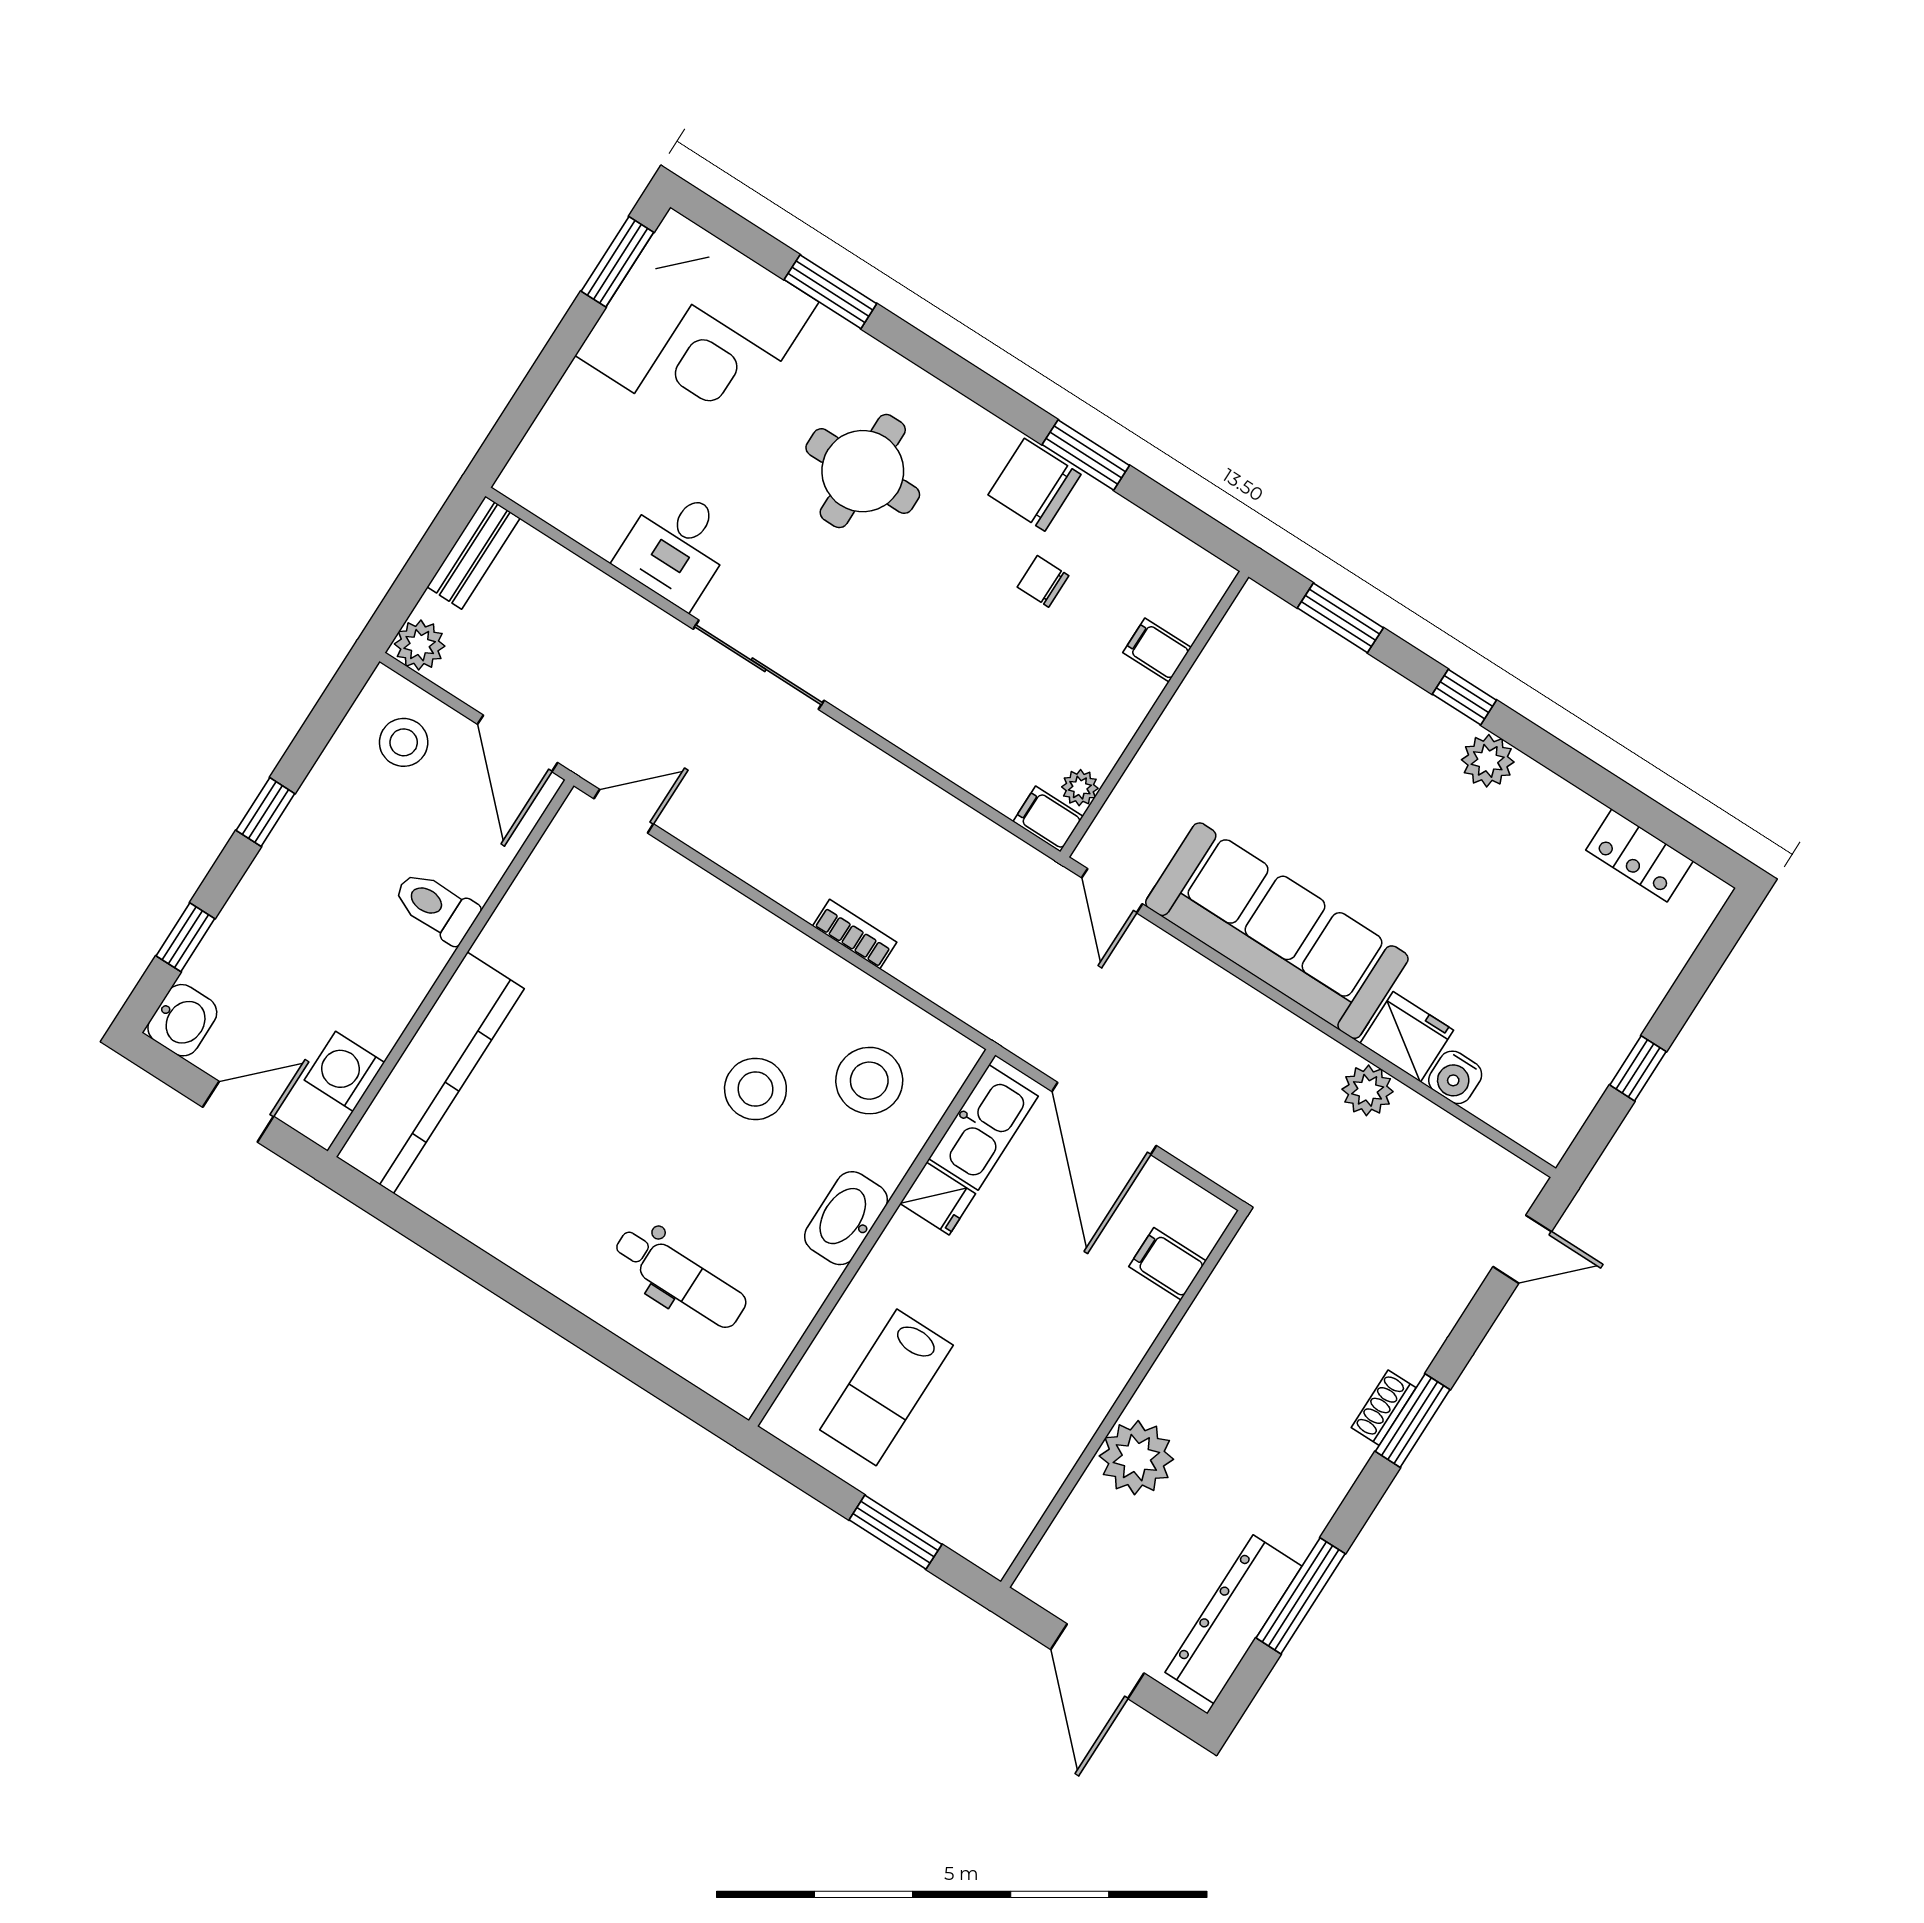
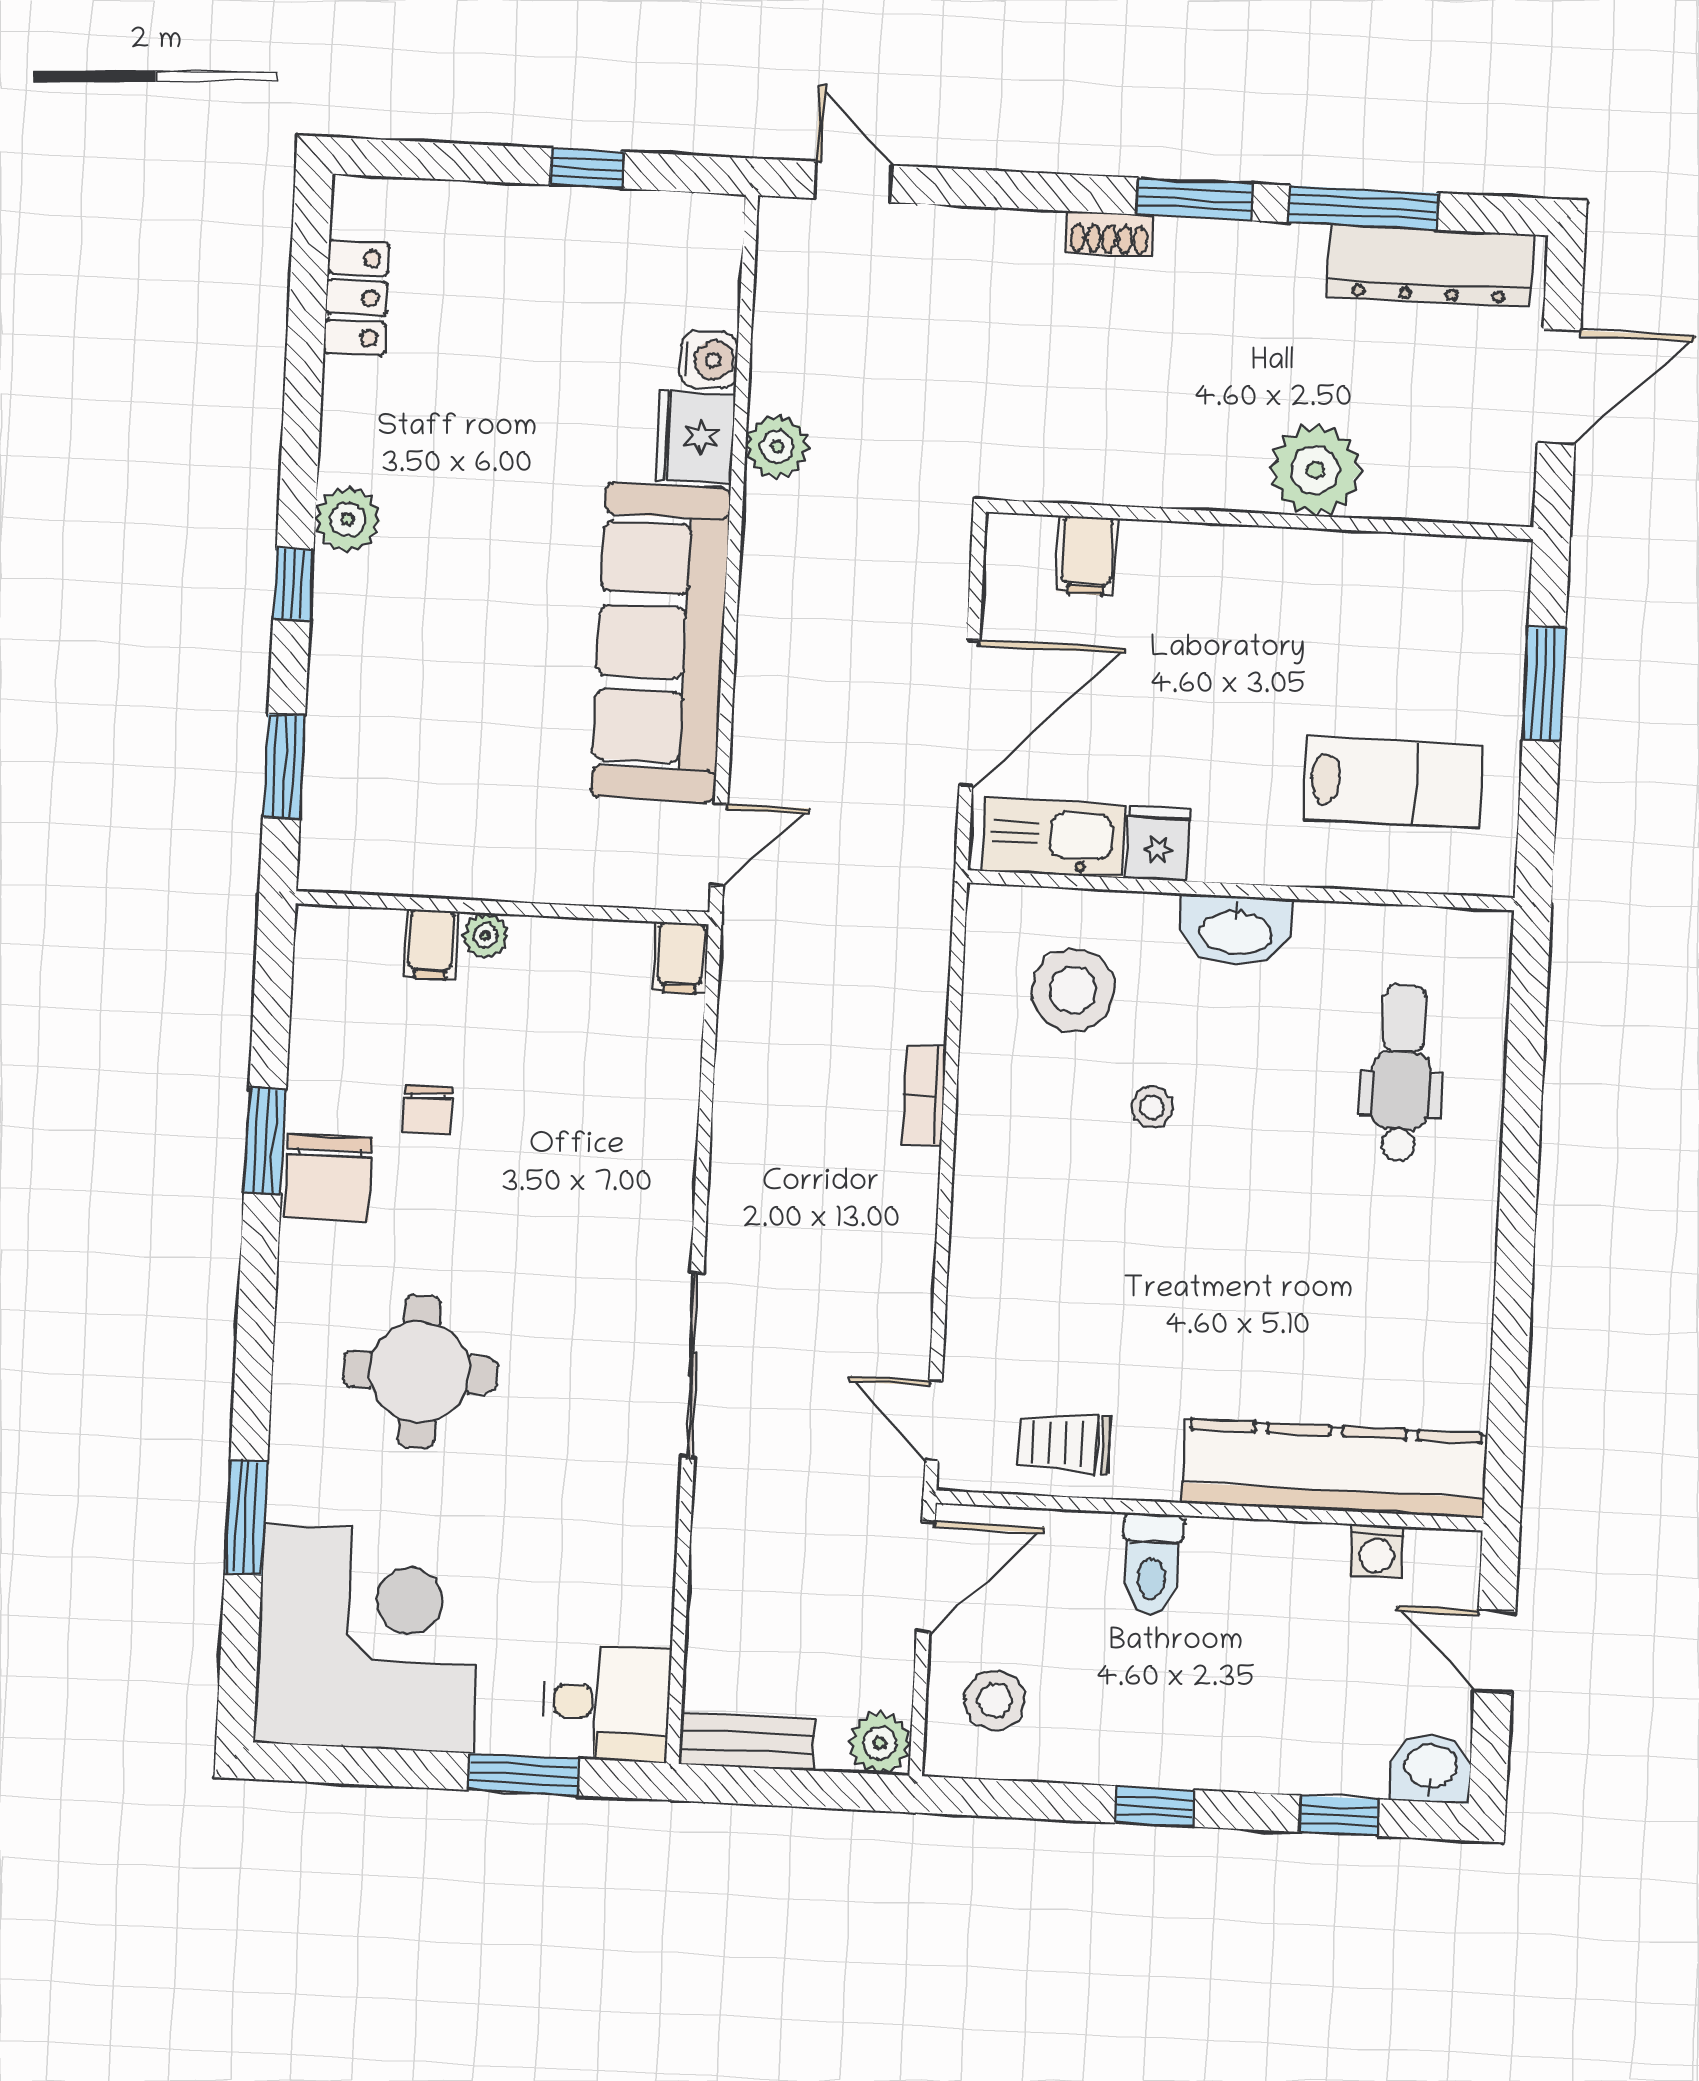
window: (617, 262) -> (524, 1774), moved
desk: (676, 547) -> (607, 1702), moved
plant: (1080, 788) -> (485, 936), moved
trolley: (556, 893) -> (1064, 1443), added
washing machine: (344, 1071) -> (1377, 1551), width x0.73, depth x0.73
stool: (755, 1089) -> (1152, 1107), width x0.53, depth x0.53
window: (1413, 1421) -> (1195, 199), moved

